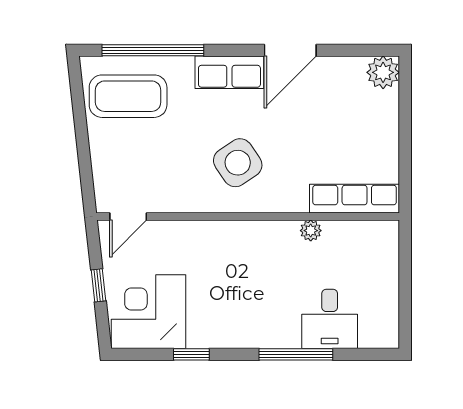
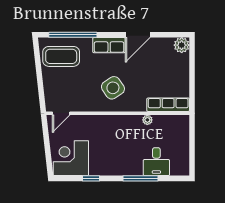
window: (98, 285) -> (47, 146), removed

